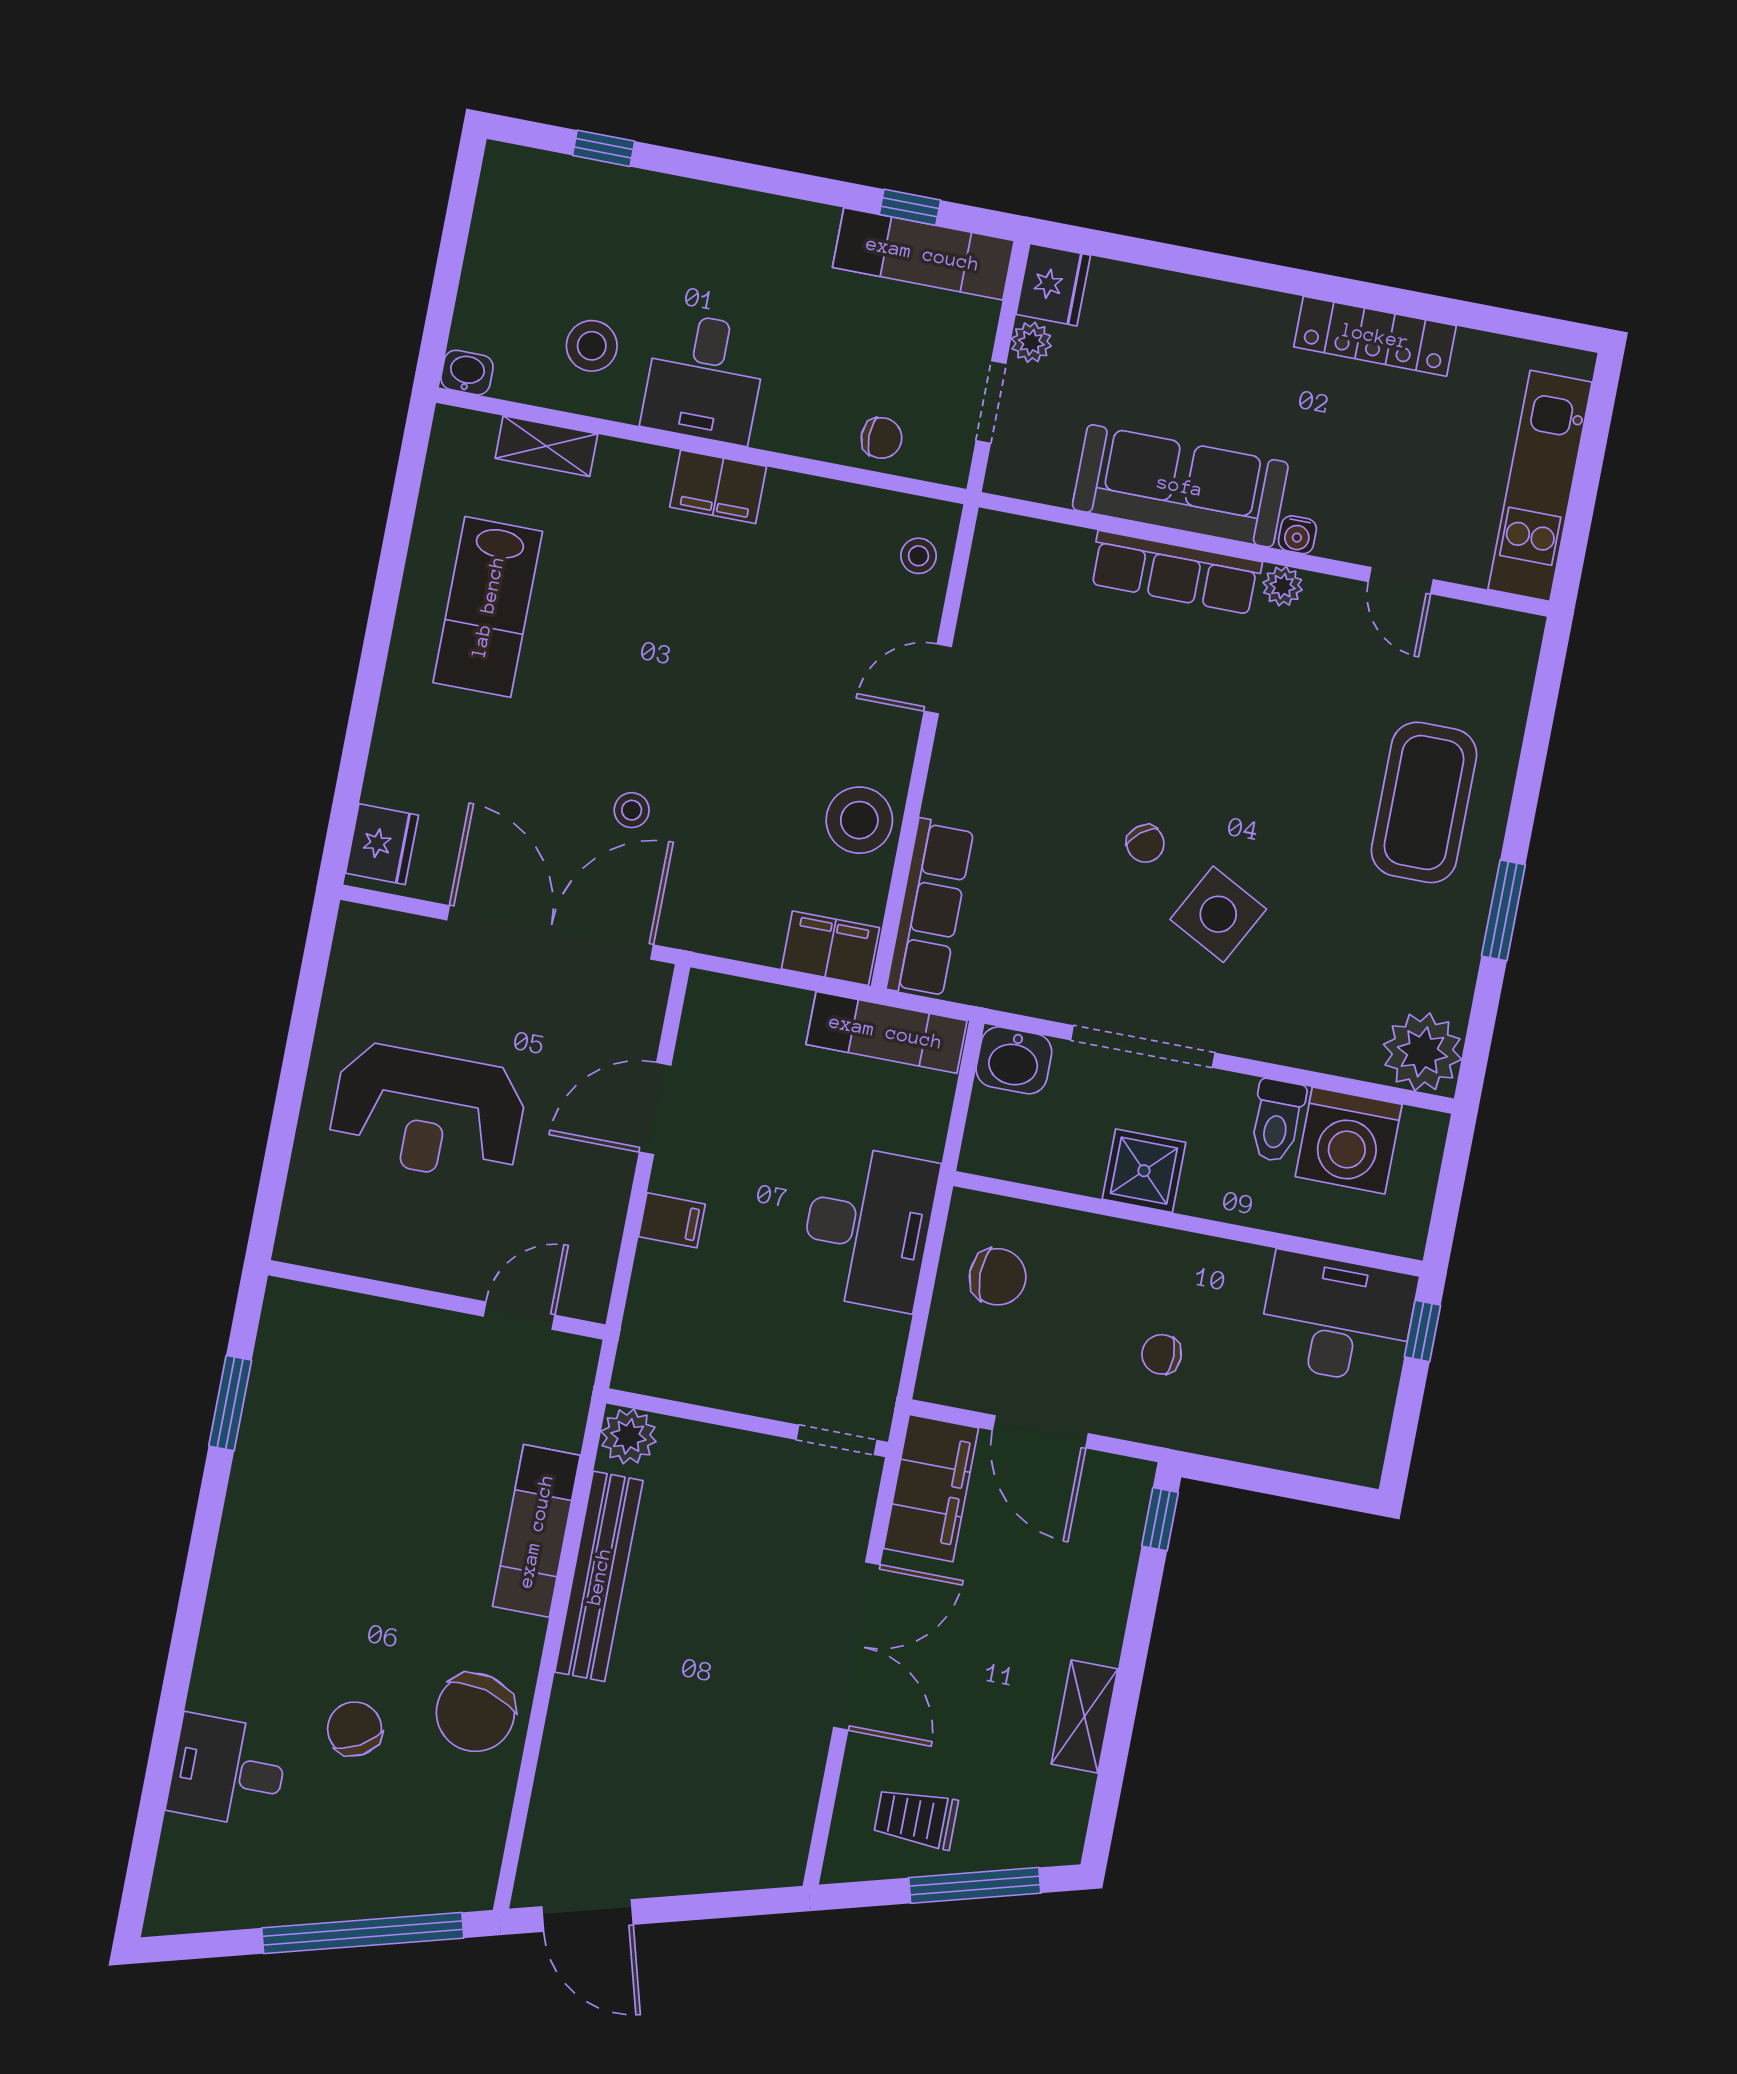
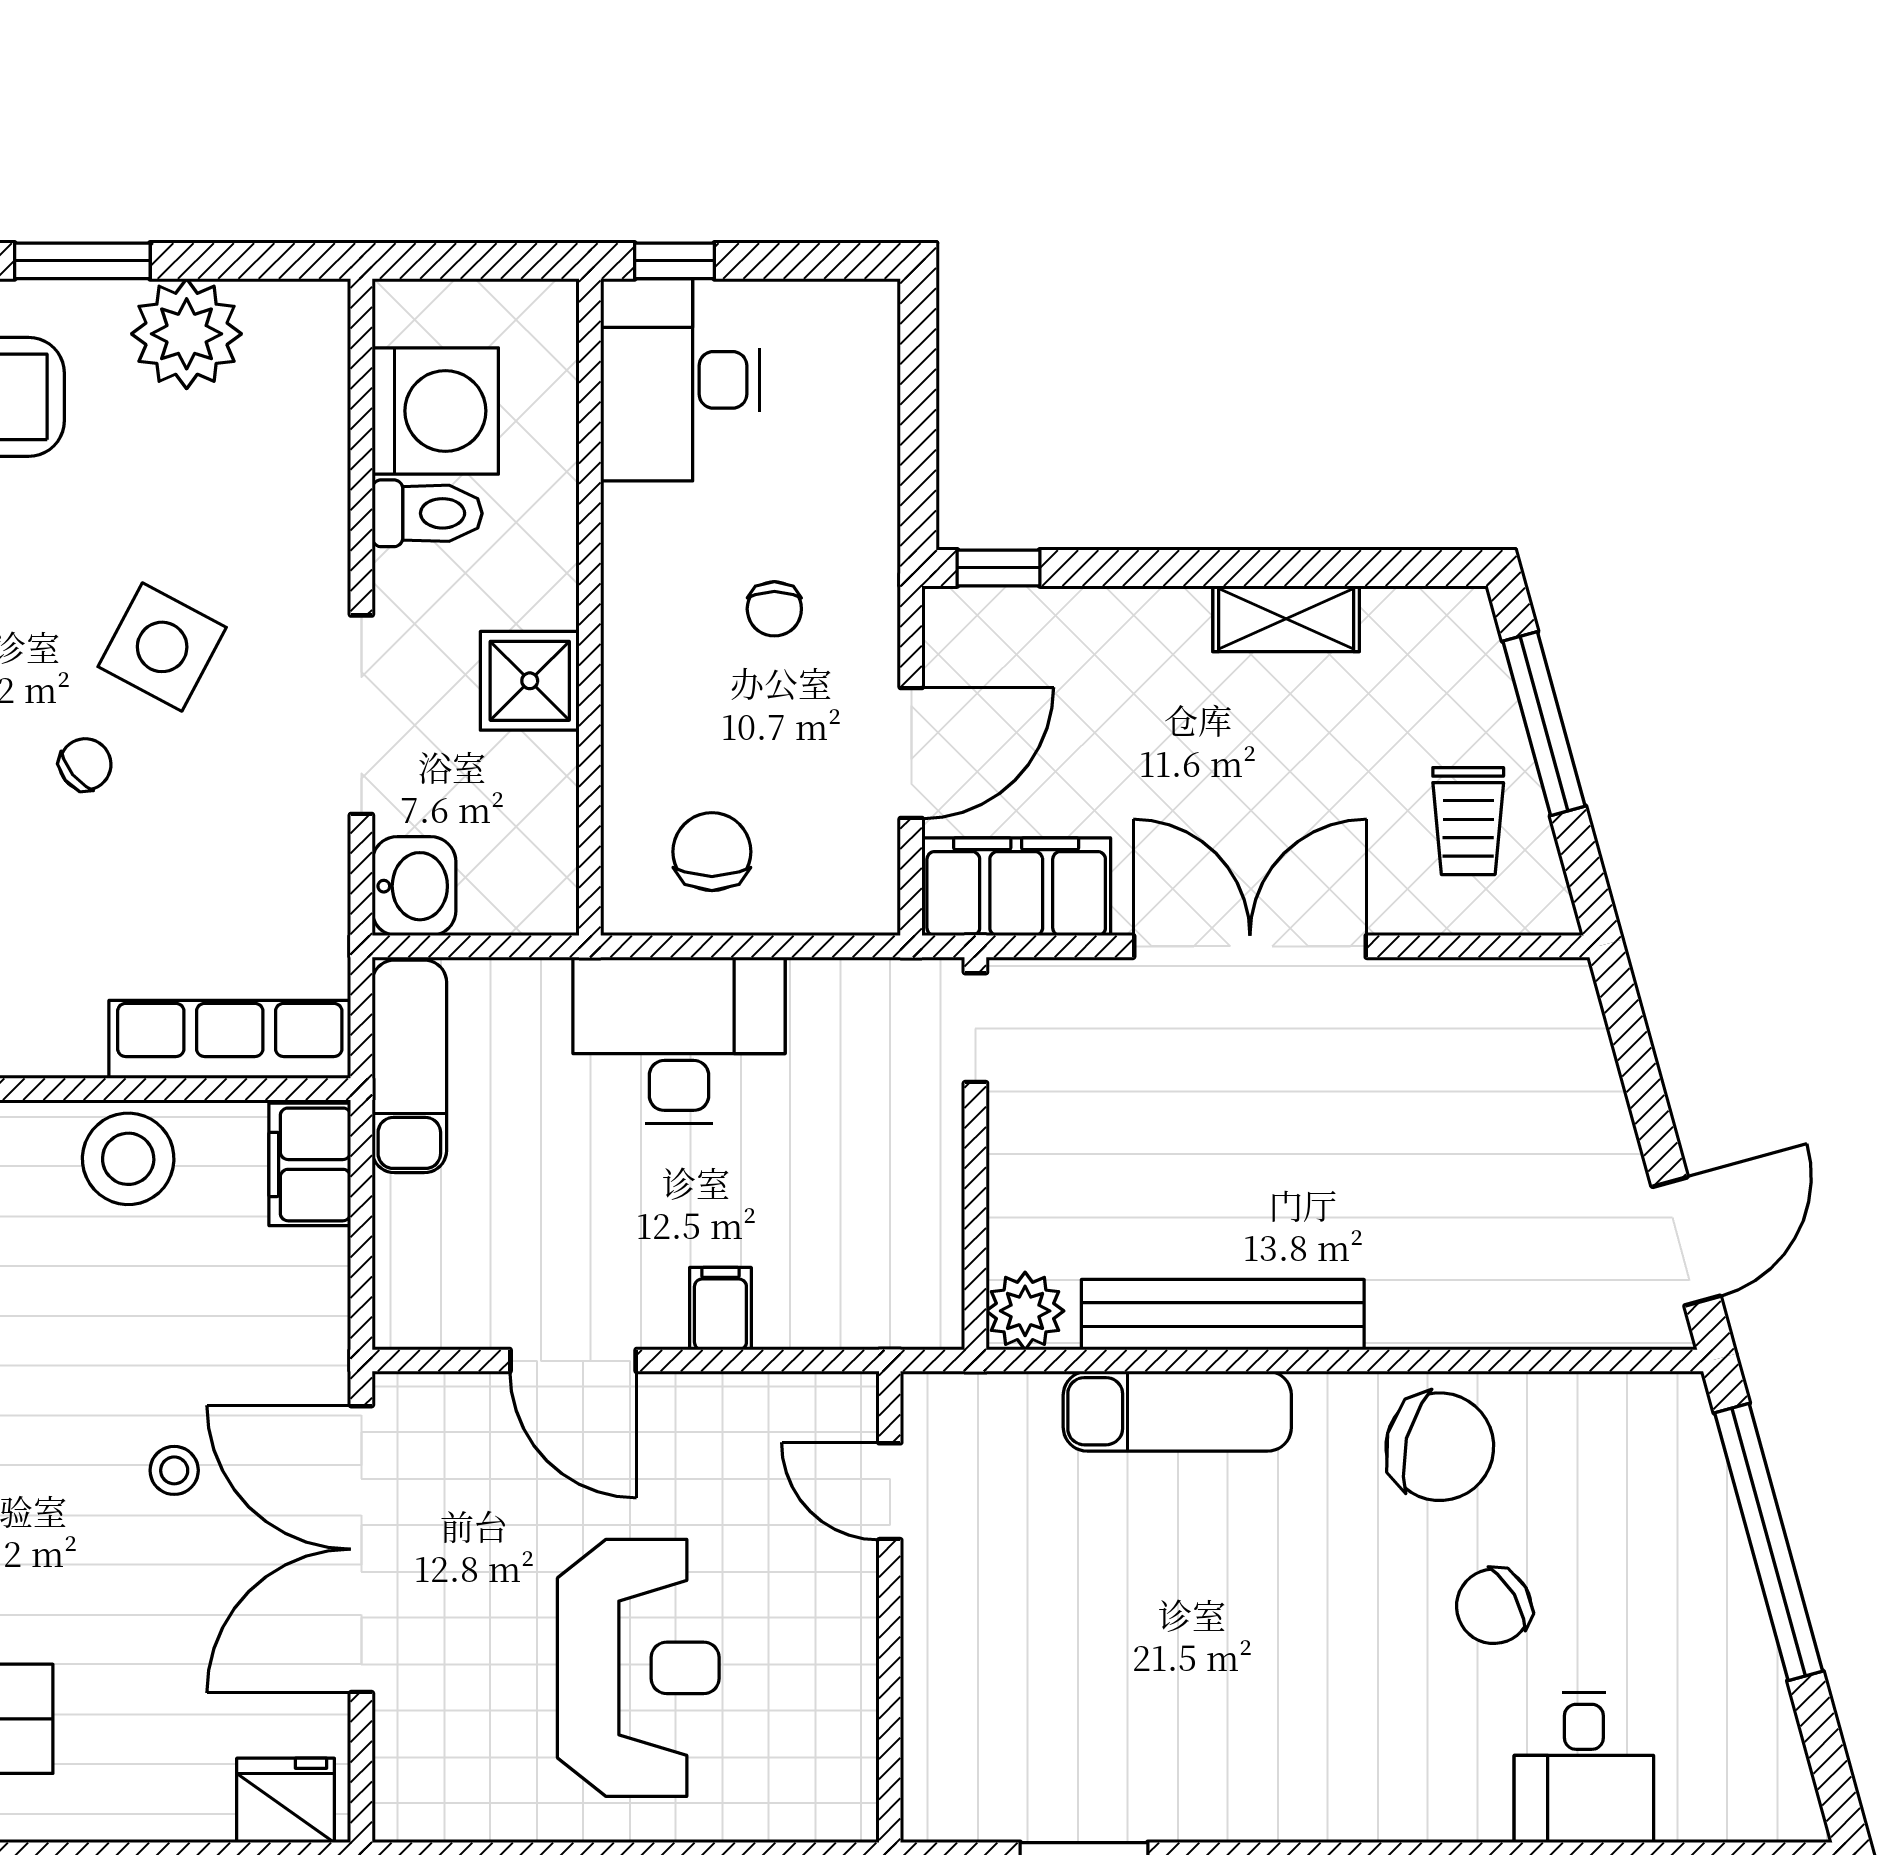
plant: (1422, 1052) -> (187, 334), moved

